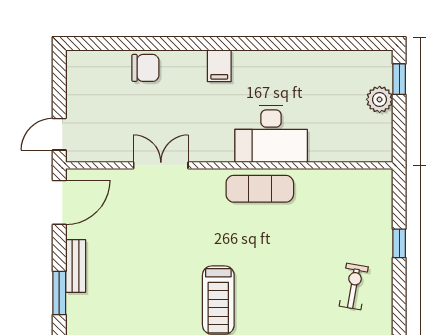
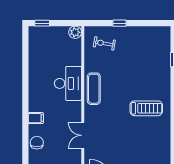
filing cabinet: (219, 66) -> (36, 118), moved
plant: (380, 99) -> (75, 32), moved
exercise bike: (354, 286) -> (104, 43), moved

